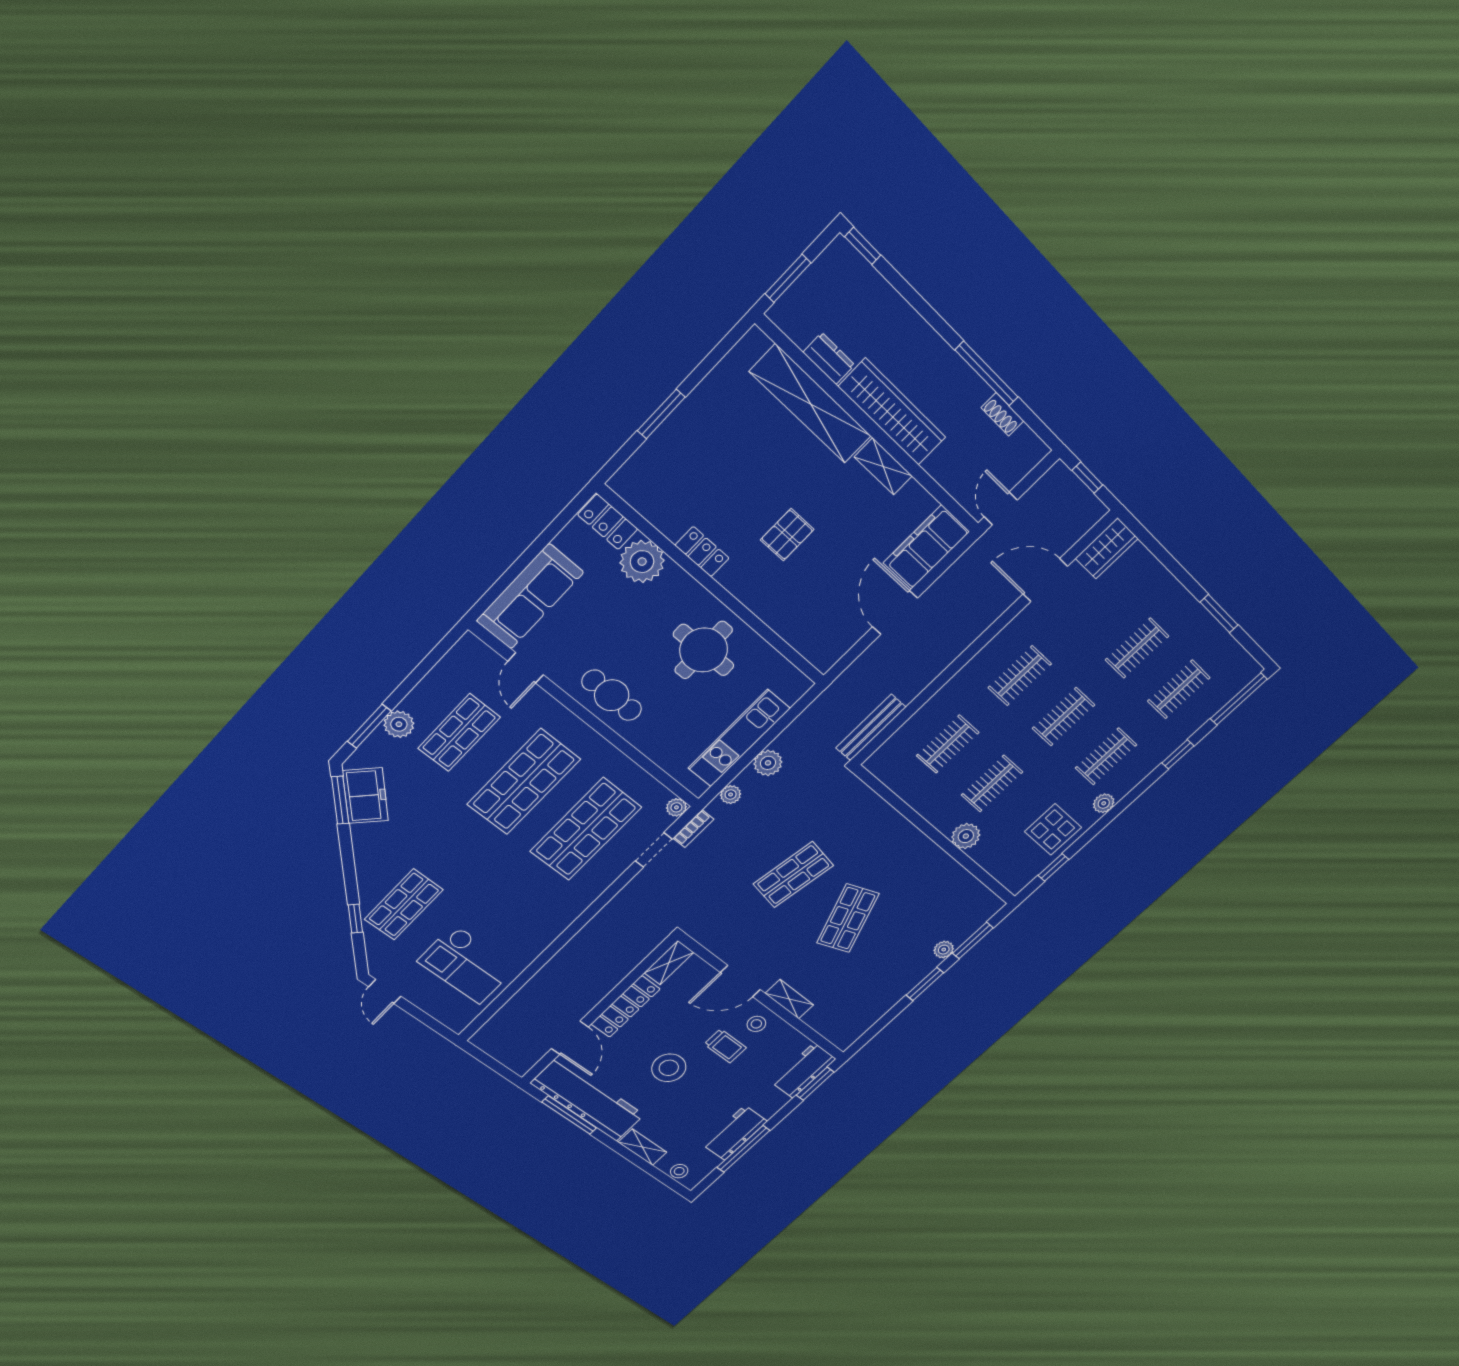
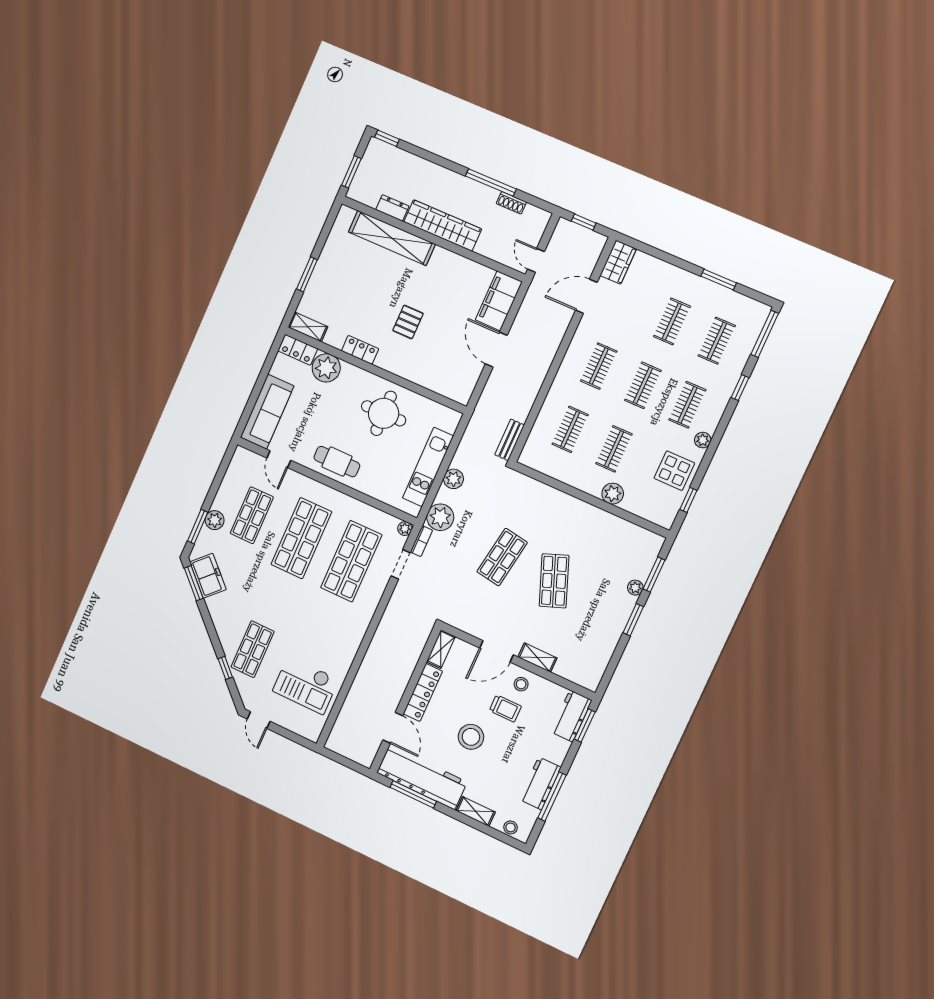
shelving: (883, 466) -> (308, 327), moved
bench: (871, 728) -> (510, 440), width x0.73
plant: (731, 795) -> (440, 517), width x1.87, depth x1.87

